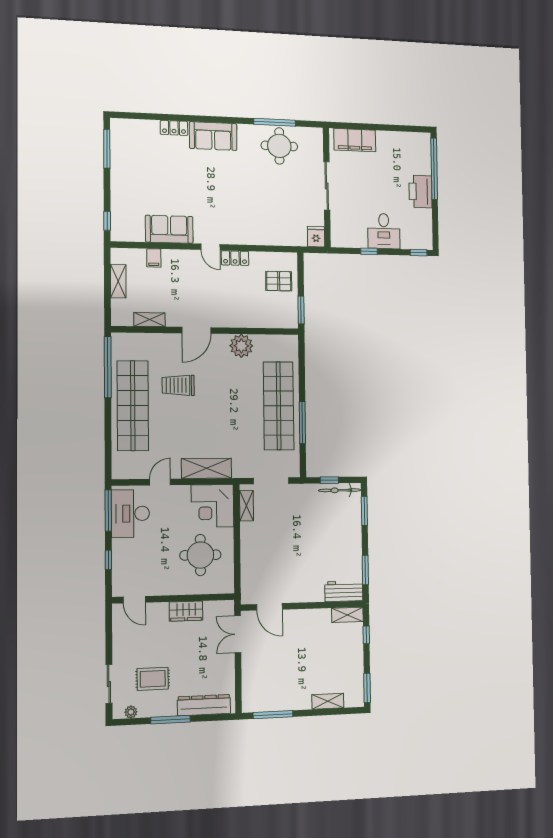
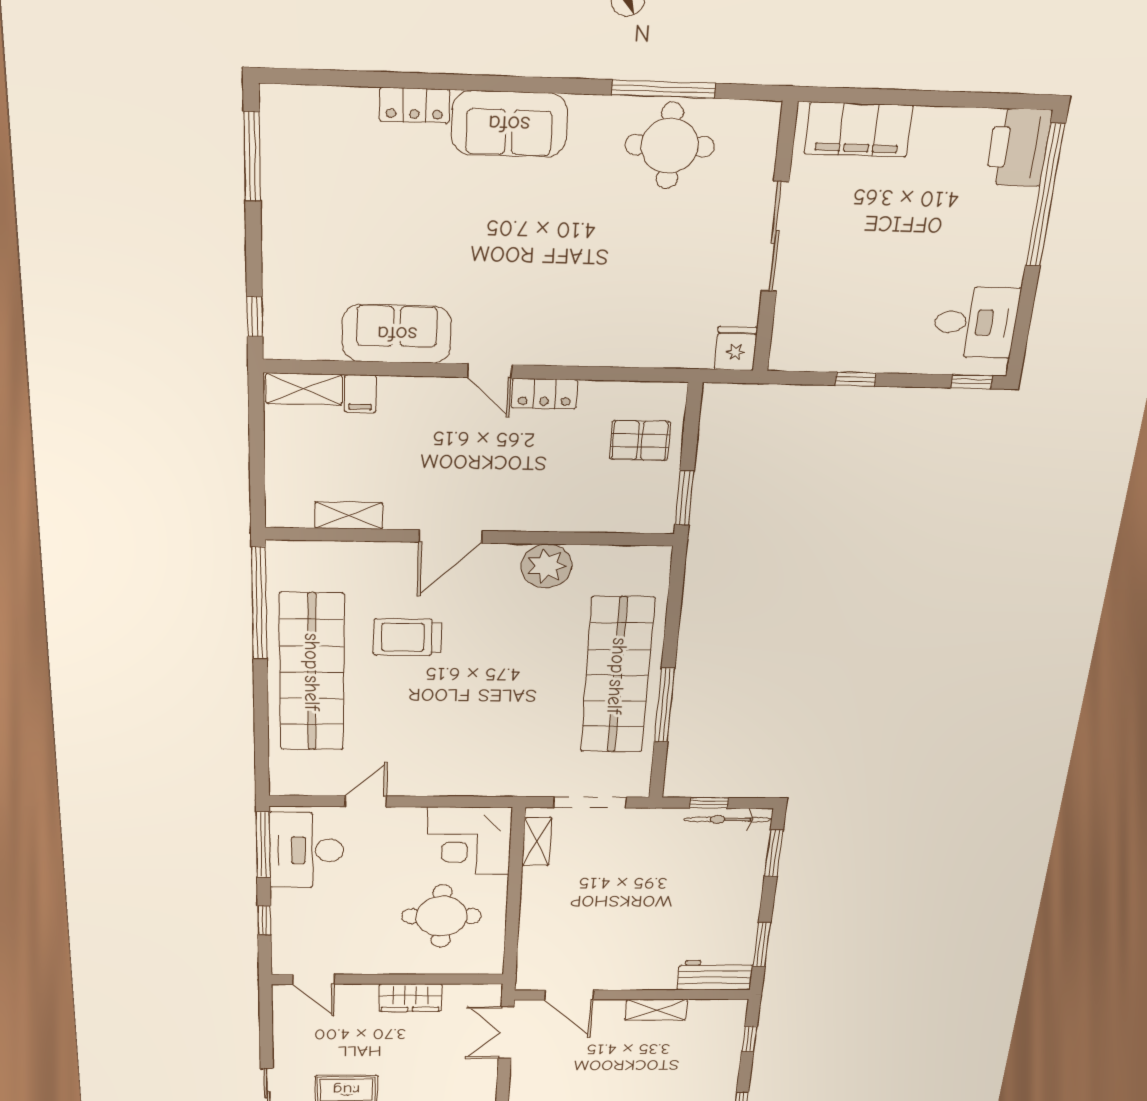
printer: (421, 192) -> (1018, 147), moved
desk: (384, 231) -> (975, 322), moved, turned -90
shelving: (118, 281) -> (304, 389), moved, turned 90
shelving: (206, 468) -> (460, 780), removed
shelving: (347, 615) -> (656, 1010), moved

